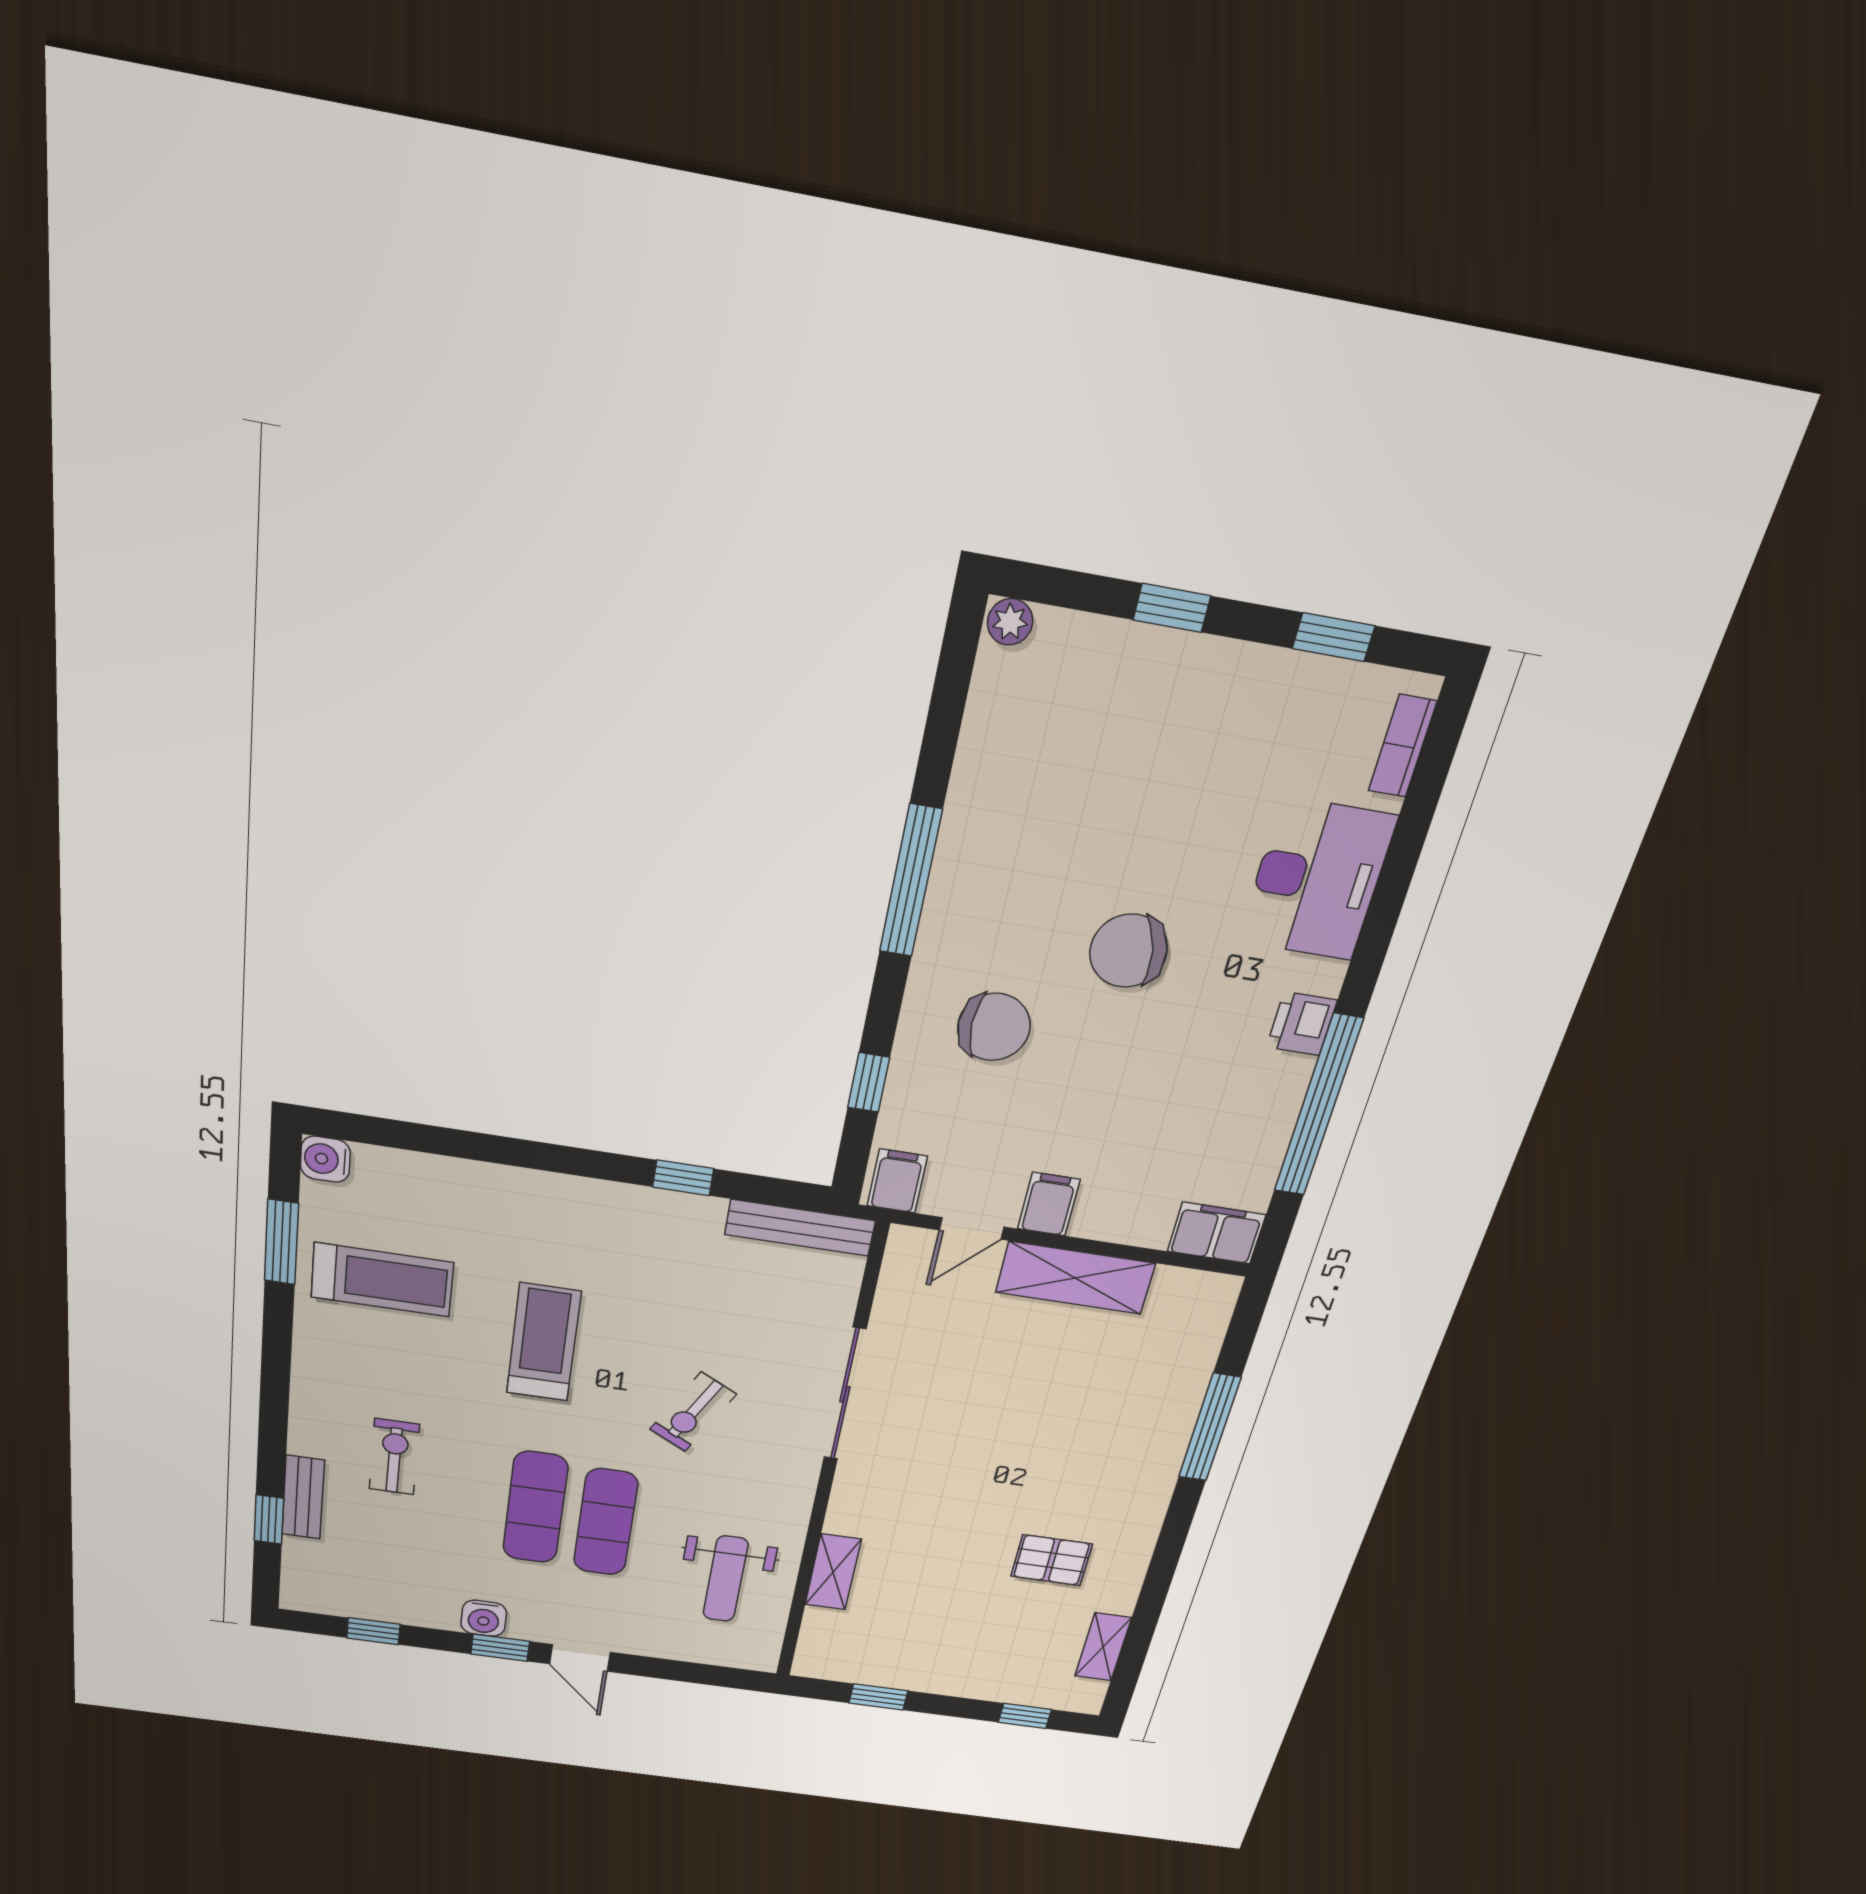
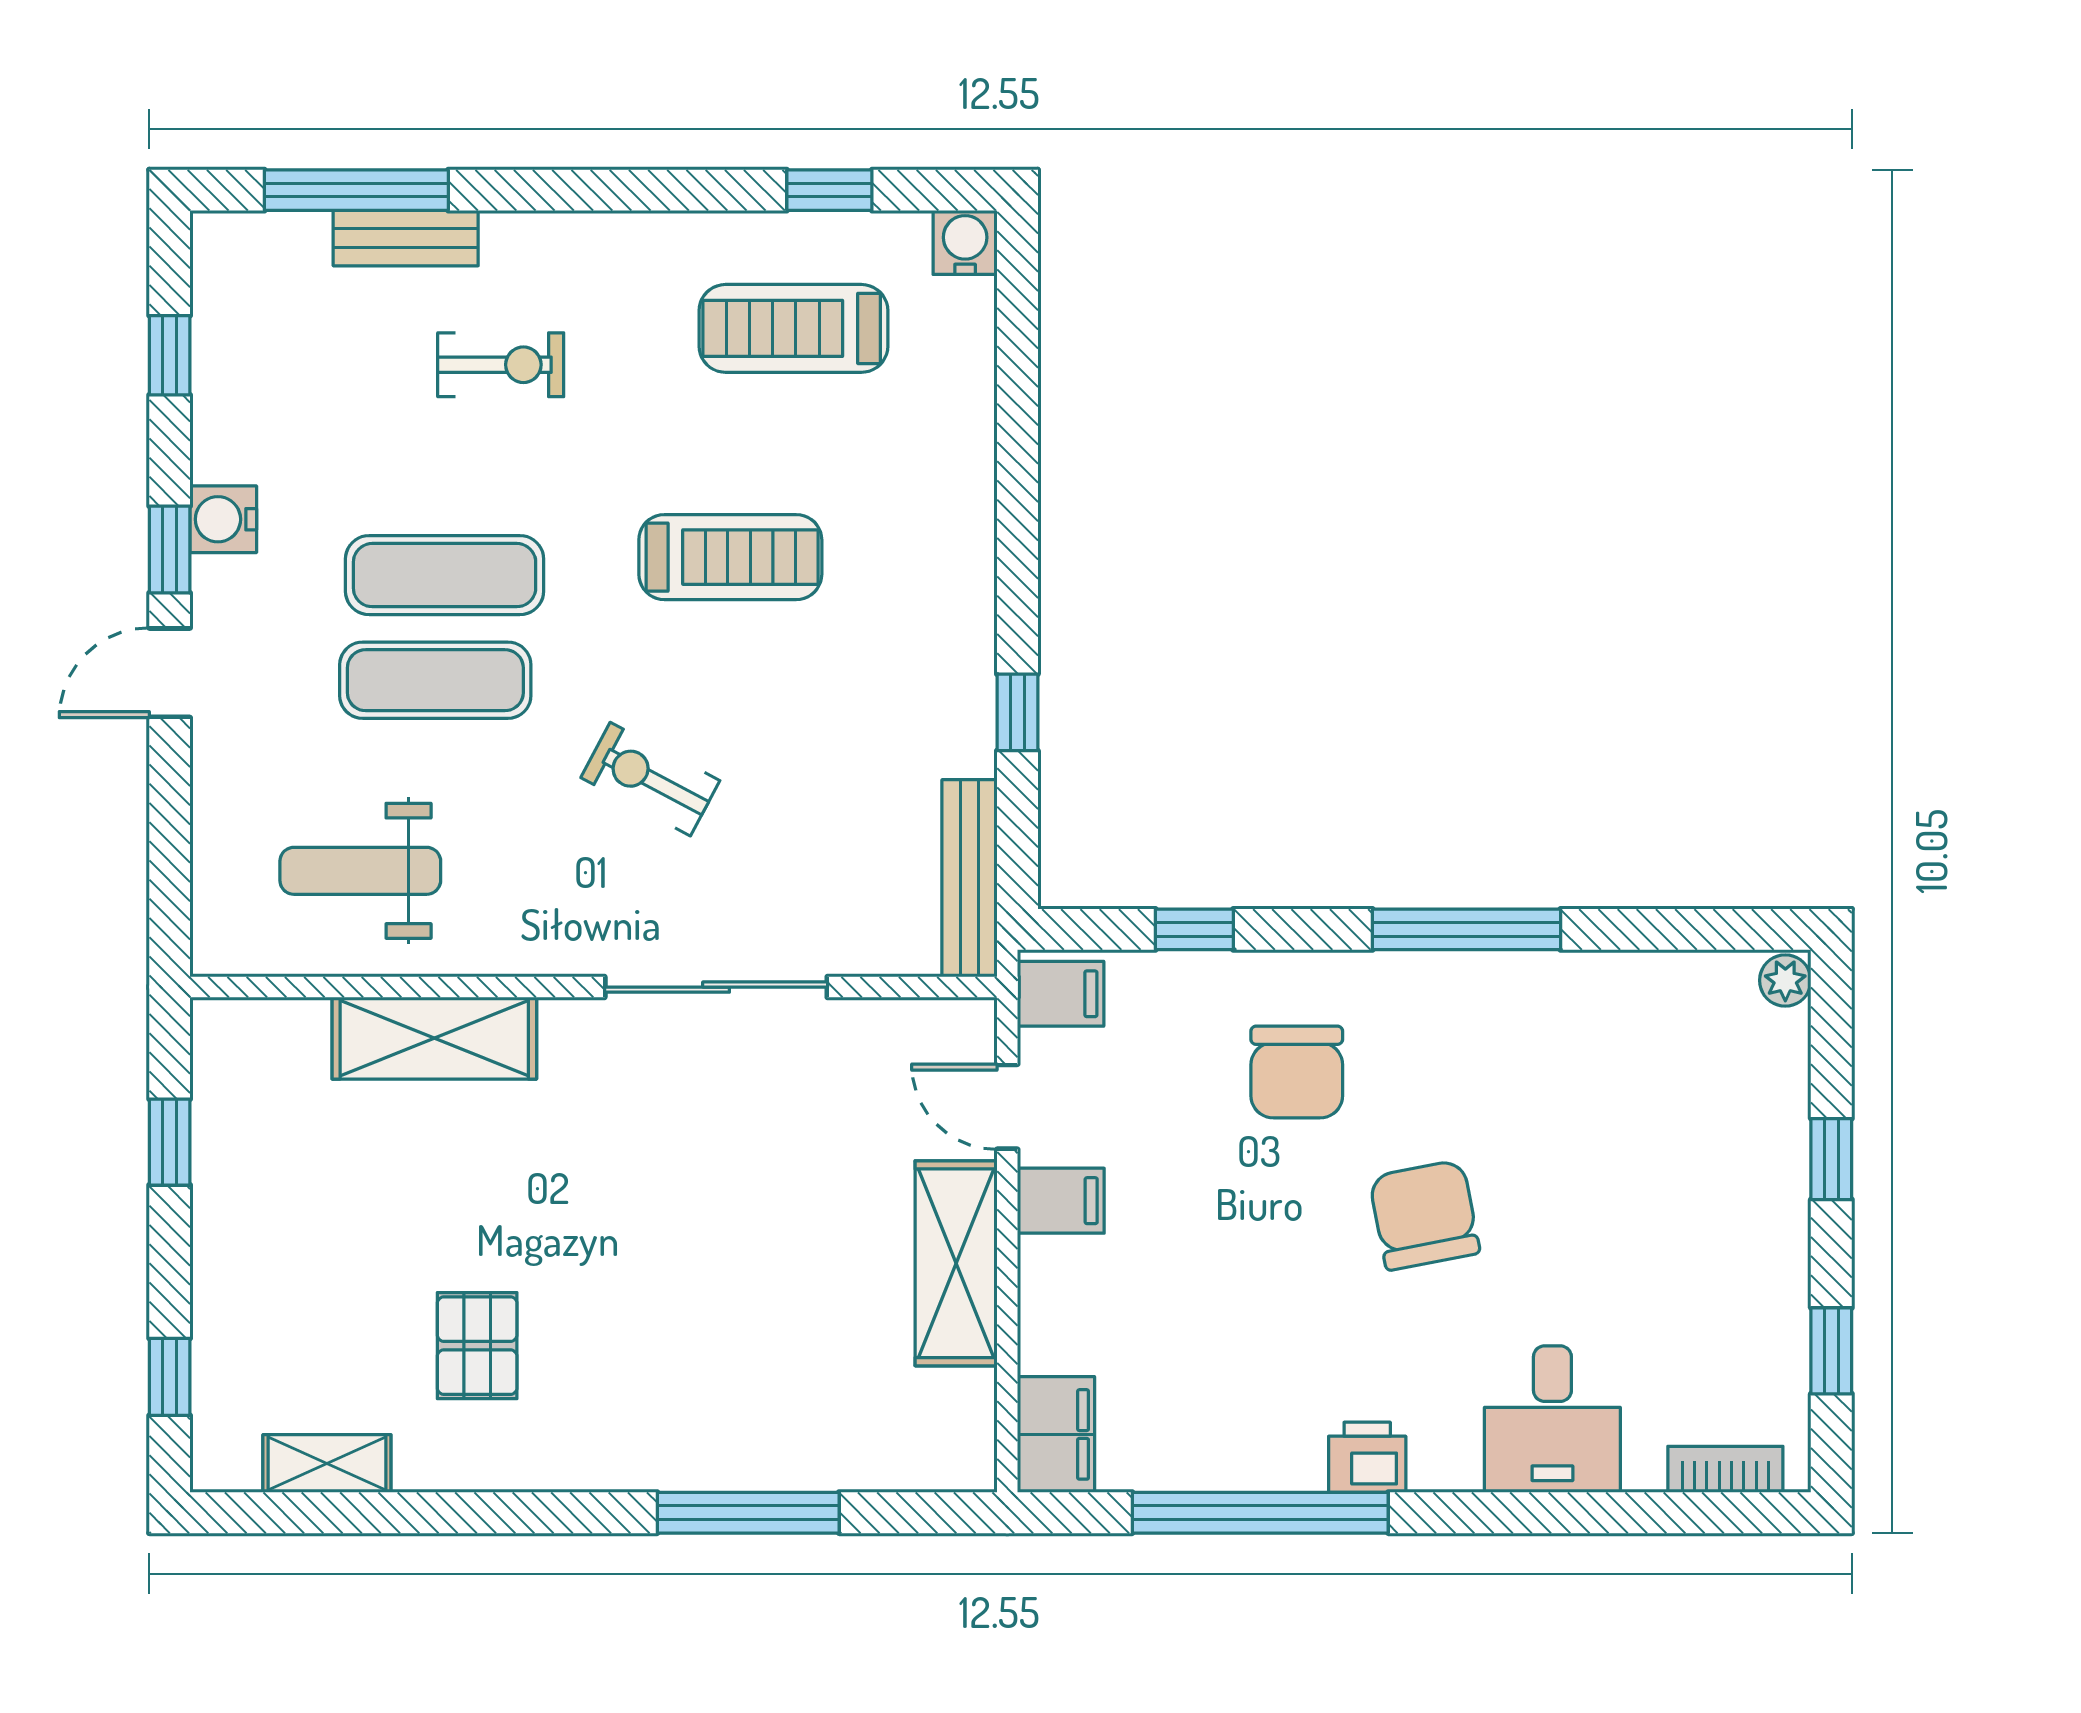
desk: (1317, 879) -> (1552, 1419), width x0.73
window: (281, 1242) -> (829, 190), width x0.67
treadmill: (382, 1280) -> (793, 328), turned 90
window: (269, 1520) -> (356, 190), width x2.17
shelving: (833, 1572) -> (434, 1038), width x1.50, depth x1.33

